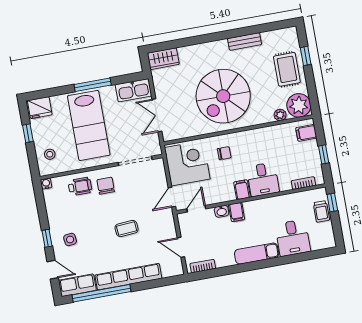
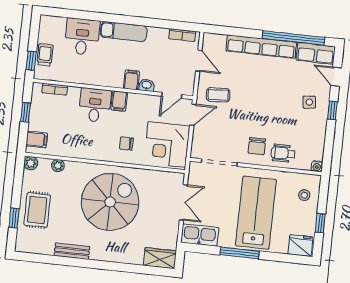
plant: (299, 105) -> (31, 163), width x0.53, depth x0.53
coffee table: (127, 229) -> (218, 95), moved

